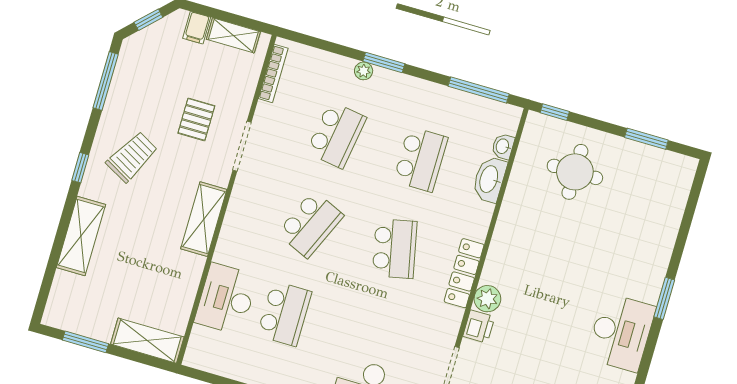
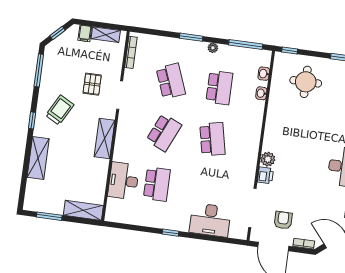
plant: (364, 71) -> (213, 48), moved
school desk: (336, 135) -> (171, 81), turned -30
washbasin: (489, 179) -> (261, 93), width x0.52, depth x0.69
locker: (464, 273) -> (253, 147), removed

